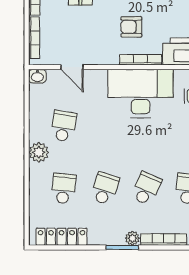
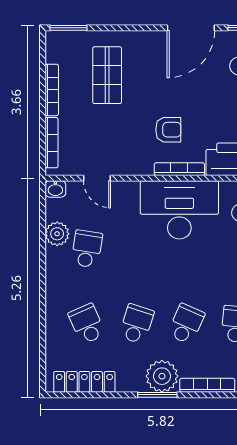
armchair: (131, 27) -> (168, 130), turned 180
plant: (39, 152) -> (57, 234), moved
school desk: (64, 188) -> (87, 324), turned -30
plant: (132, 238) -> (162, 376), width x1.88, depth x1.88

